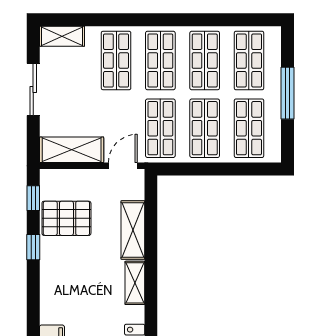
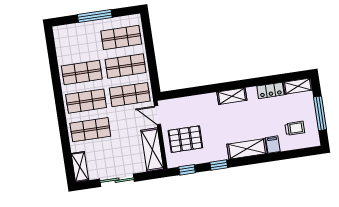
shop shelf: (249, 61) -> (78, 44), removed
pallet: (66, 218) -> (185, 139), moved, turned 90
shelving: (133, 230) -> (247, 149), moved

